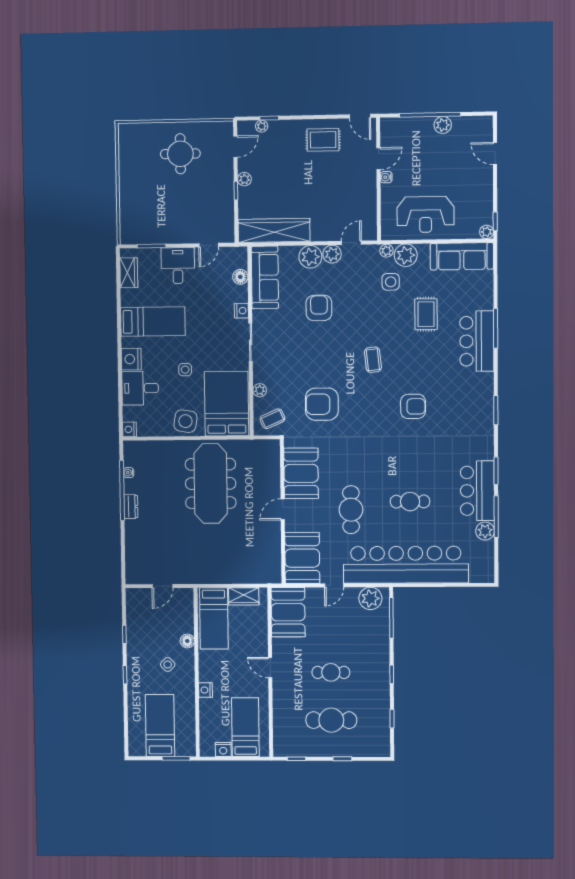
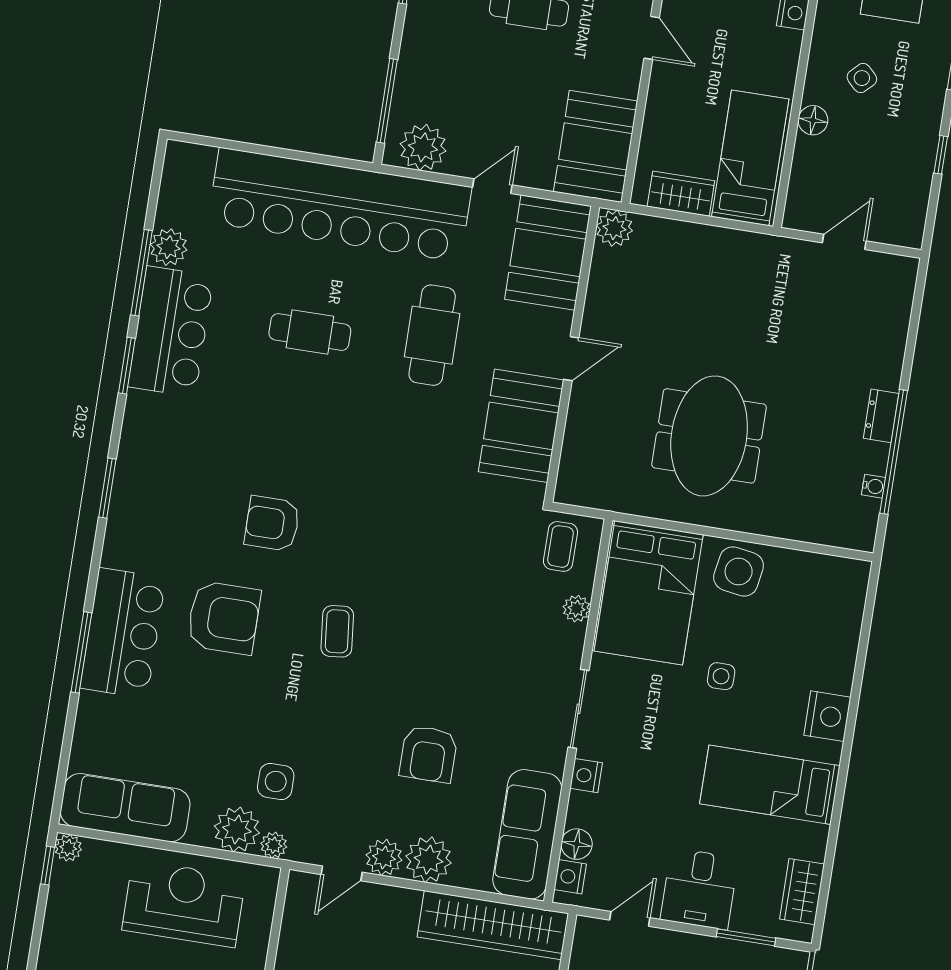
rug: (426, 314) -> (216, 705), removed
desk: (140, 388) -> (820, 654), removed
armchair: (322, 404) -> (224, 618), moved
coffee table: (272, 419) -> (560, 546), turned -66
nightstand: (129, 429) -> (570, 877), moved, turned 180
meeting table: (211, 483) -> (709, 436), width x0.73
plant: (273, 575) -> (614, 228), added

